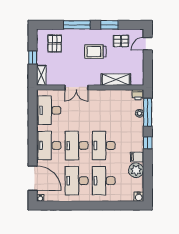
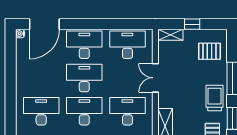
trolley: (95, 52) -> (215, 98), moved
desk: (77, 181) -> (127, 111), moved

